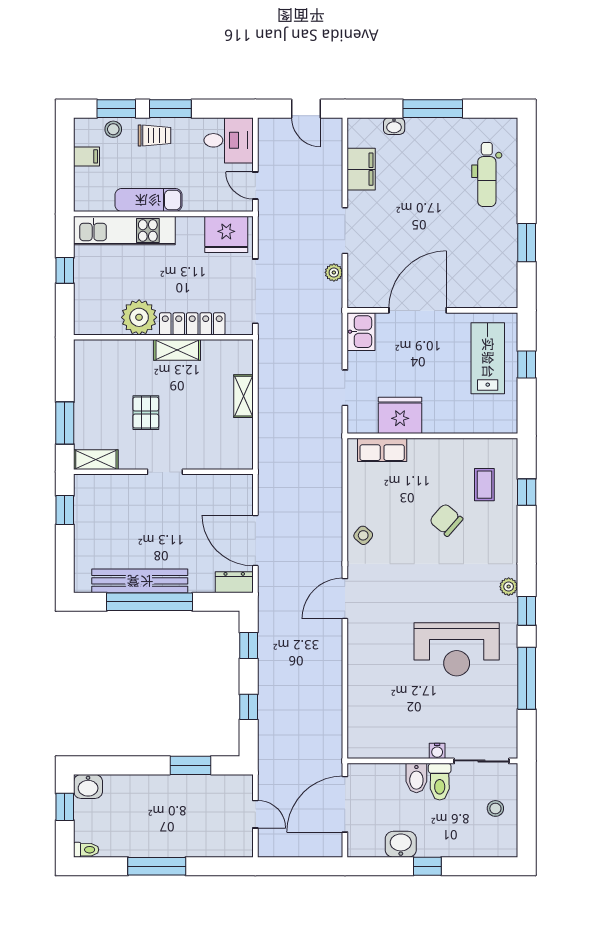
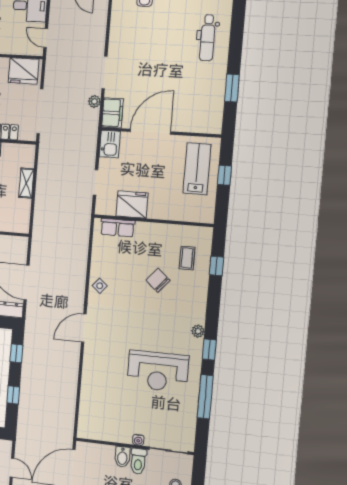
filing cabinet: (361, 169) -> (112, 113), moved

